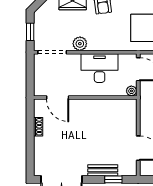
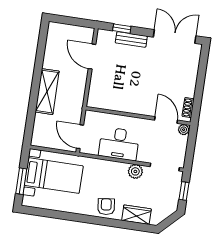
plant: (131, 91) -> (184, 130), moved
shoe rack: (38, 127) -> (188, 108), moved

